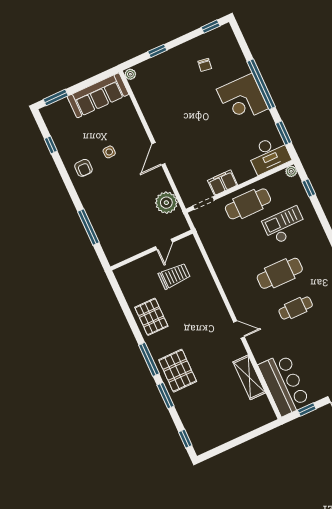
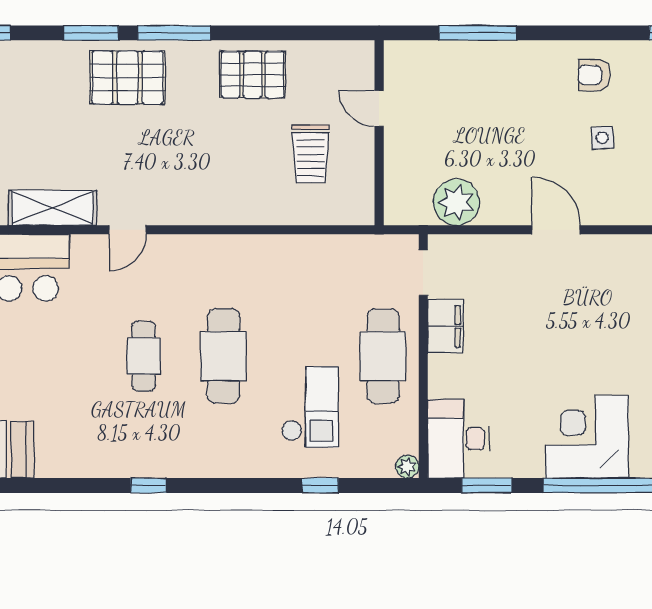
window: (309, 188) -> (320, 485), moved
door: (164, 244) -> (379, 108), moved
door: (239, 330) -> (128, 230), moved

